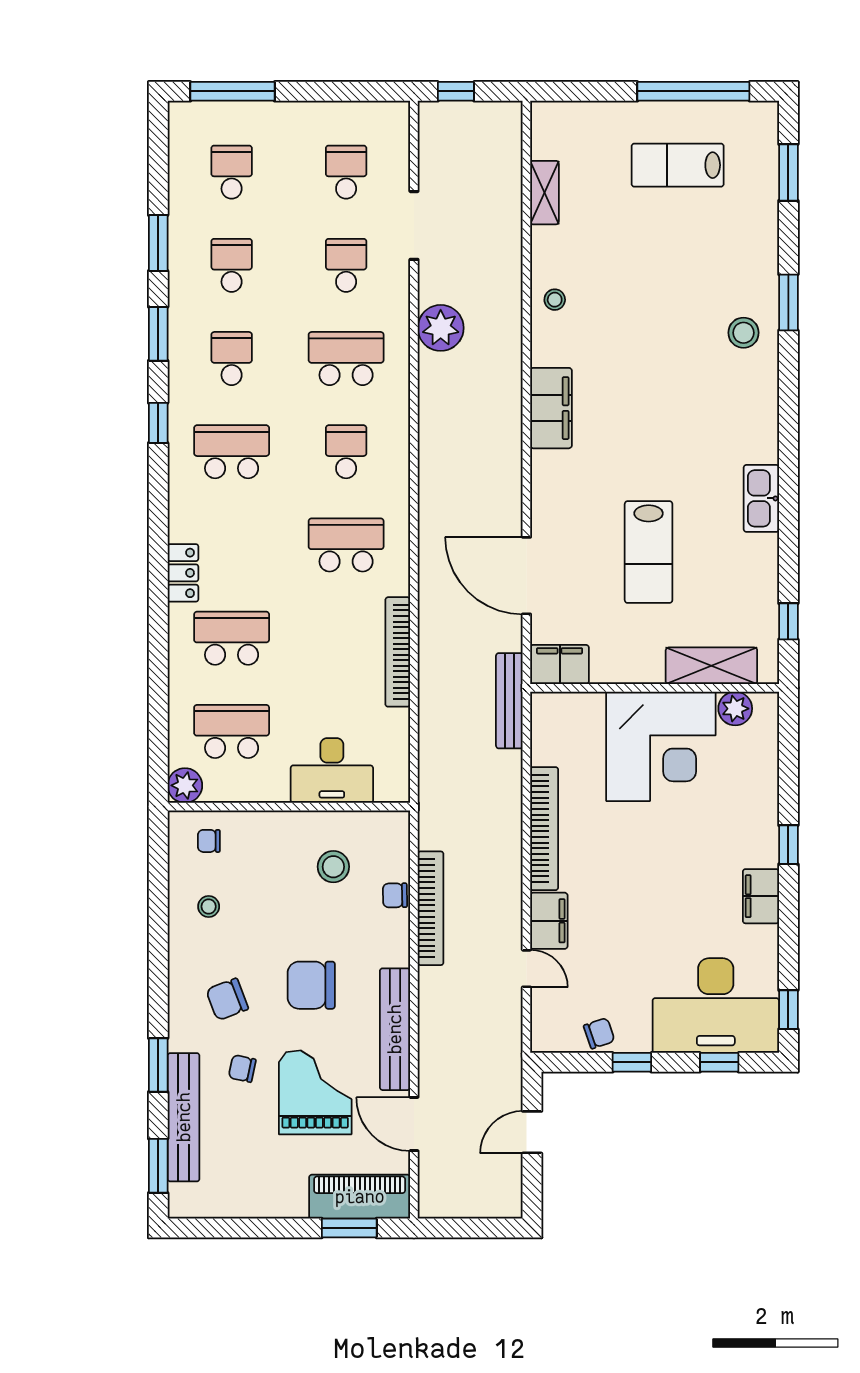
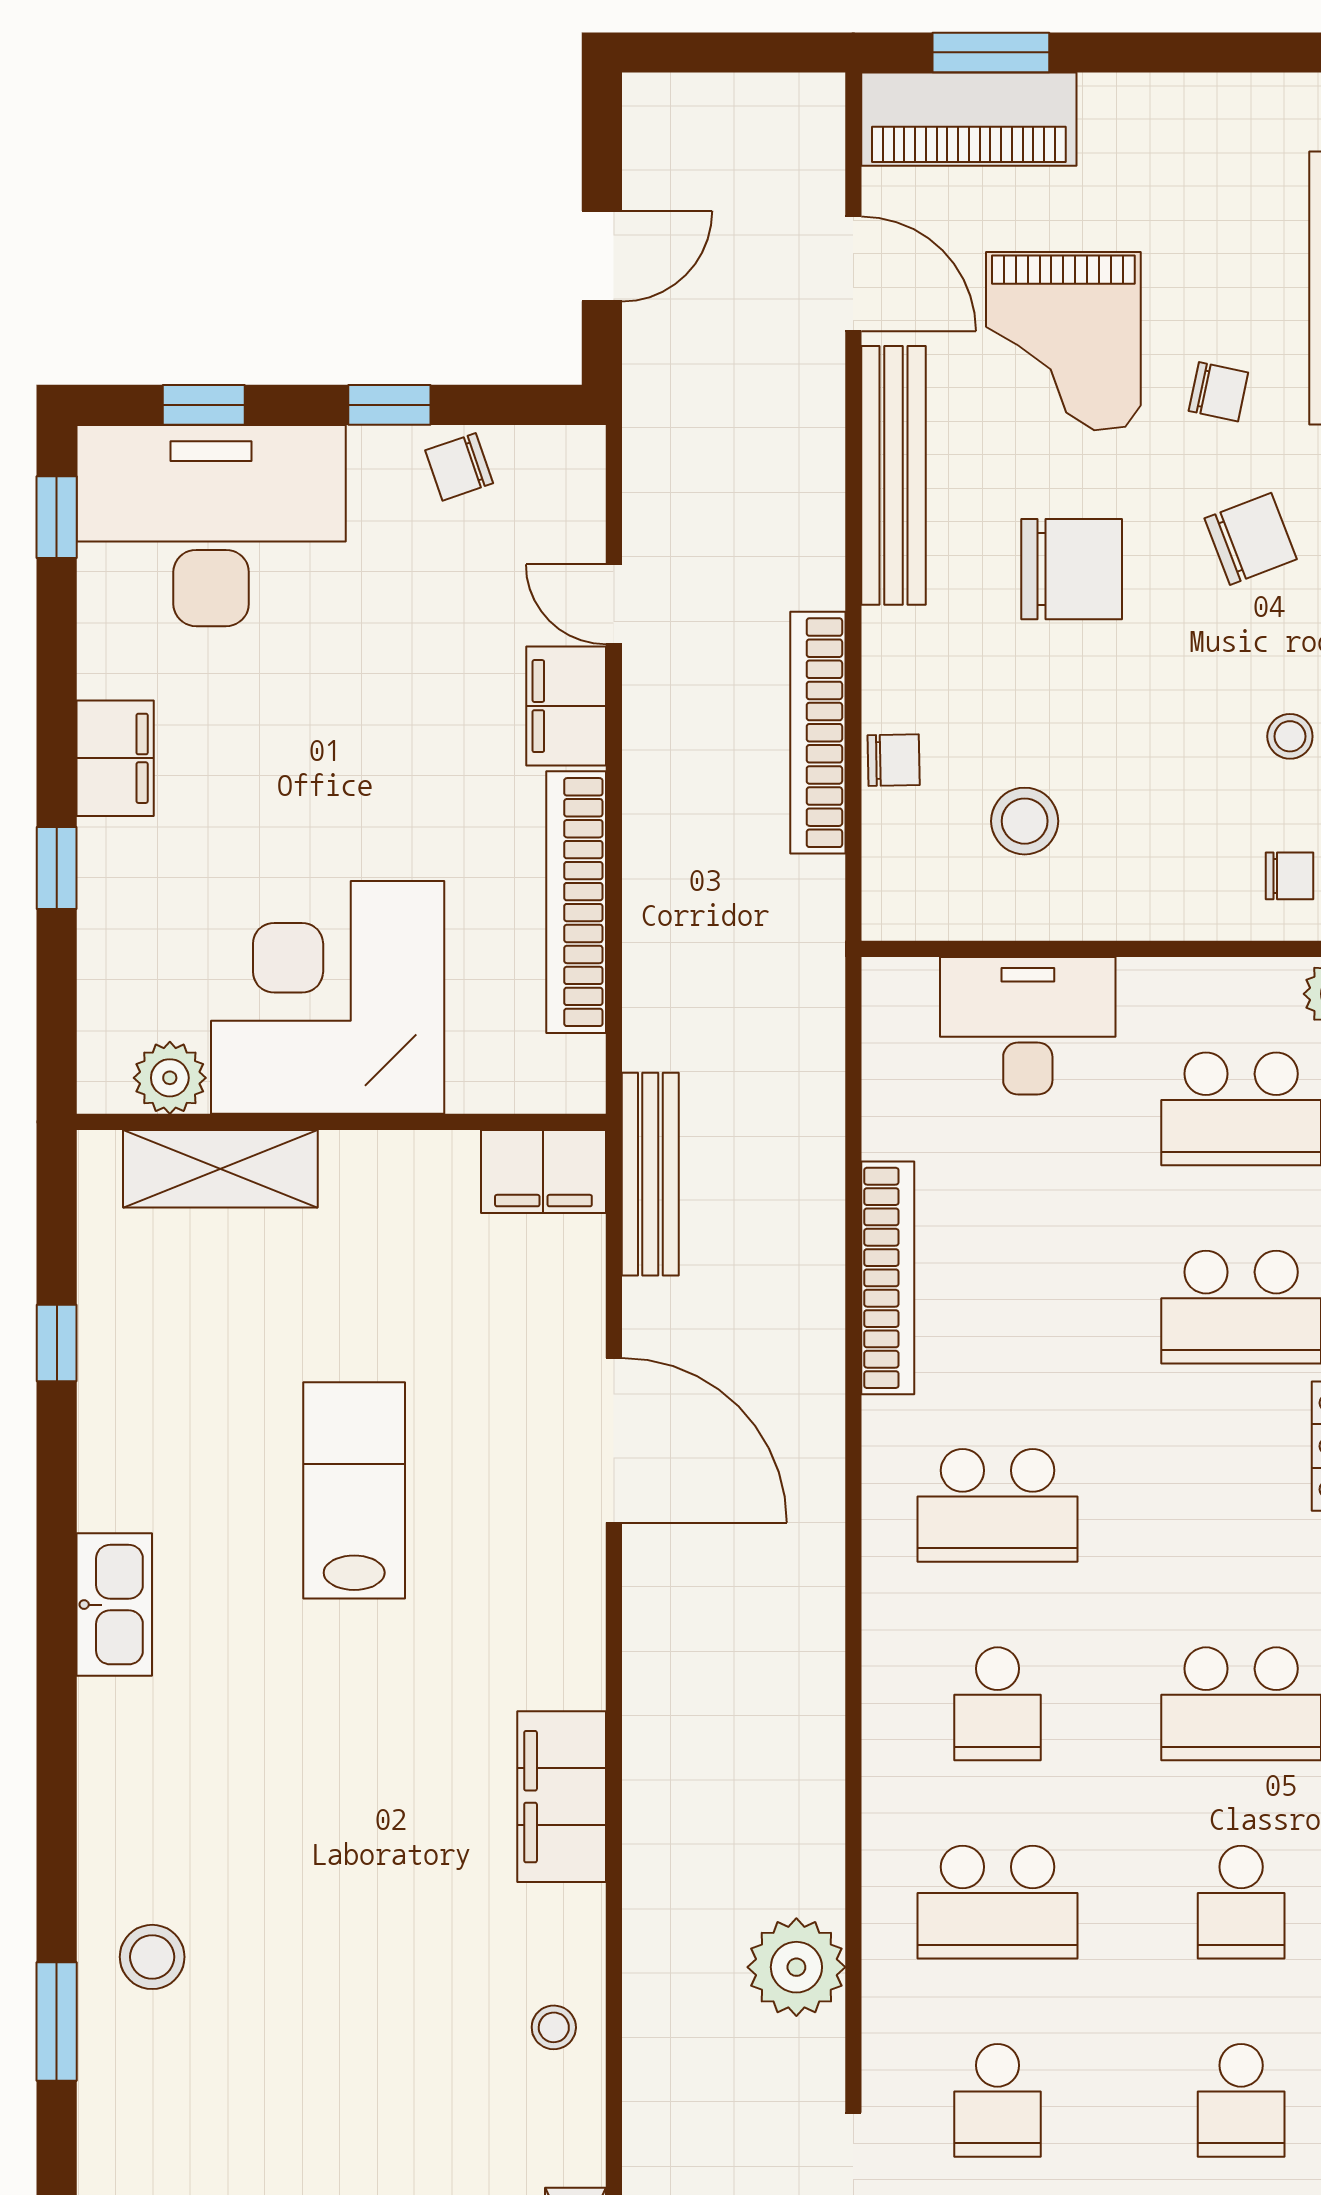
filing cabinet: (560, 664) -> (543, 1171), moved
shelving: (711, 666) -> (220, 1169), moved
wall: (655, 688) -> (341, 1122), moved
plant: (735, 709) -> (170, 1078), moved
corner desk: (661, 746) -> (328, 997), moved

